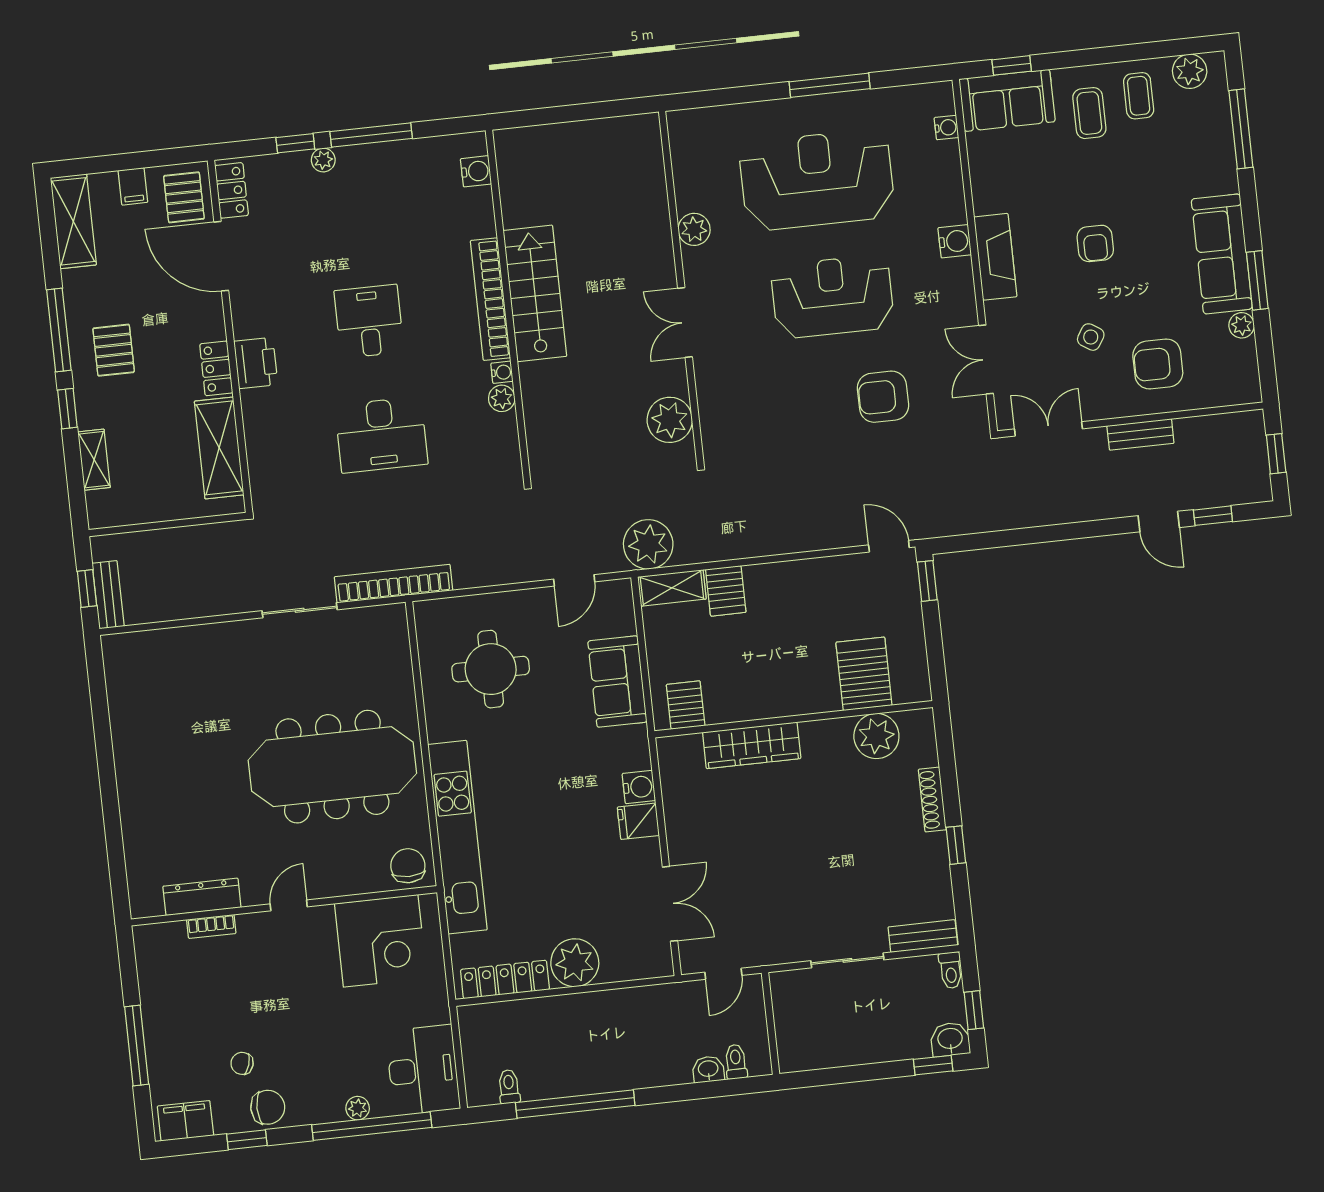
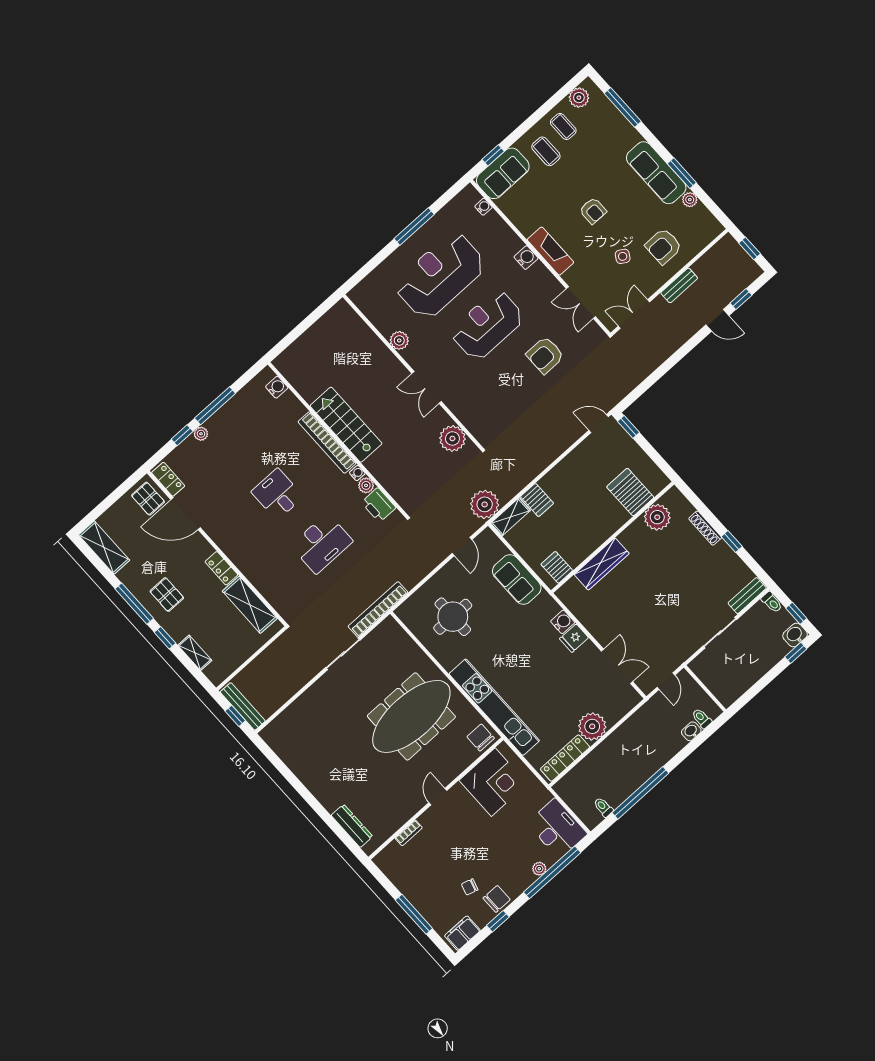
filing cabinet: (133, 186) -> (120, 511), removed
printer: (256, 363) -> (379, 505), moved, turned 180
bench: (108, 595) -> (243, 706), width x1.36
dresser: (202, 897) -> (352, 826), moved, turned 90

